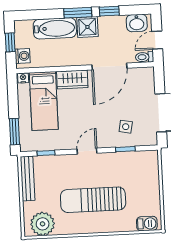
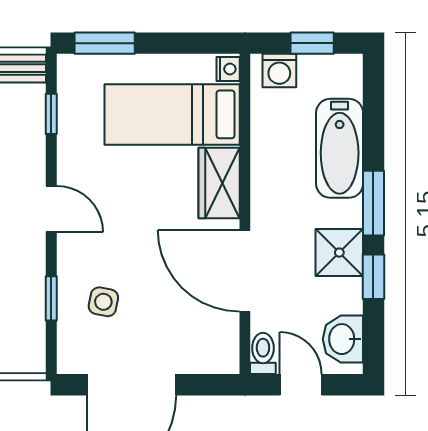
shower: (87, 27) -> (339, 253), moved

